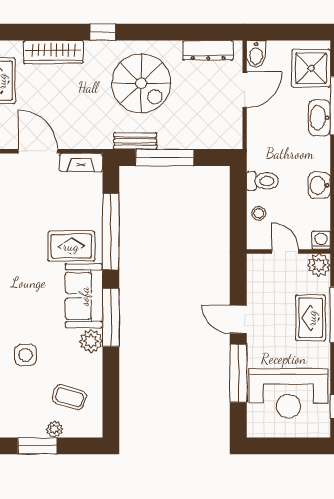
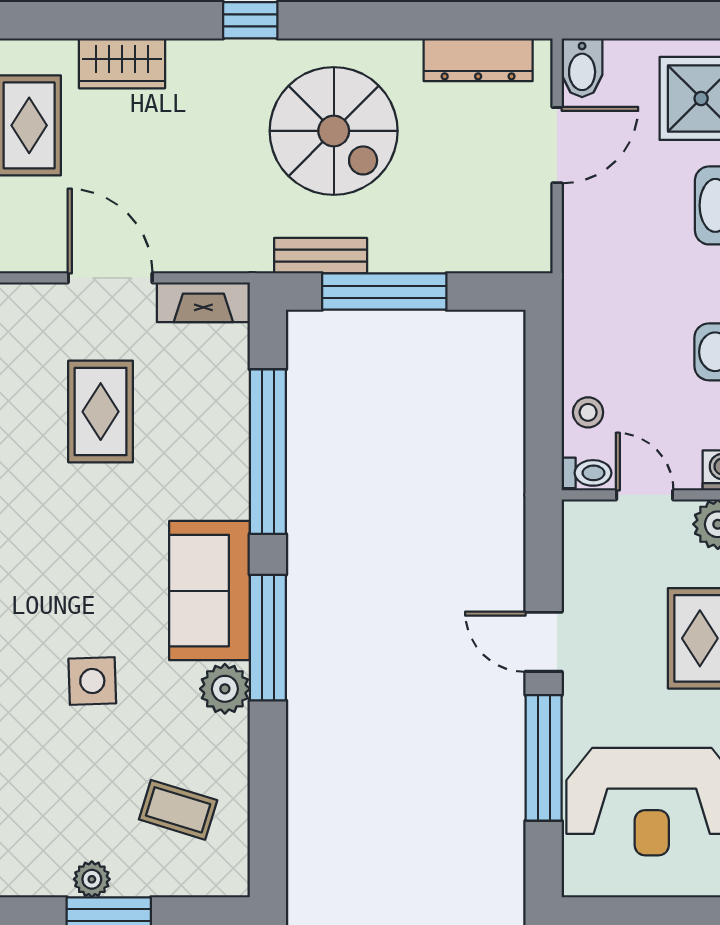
wardrobe: (53, 52) -> (122, 63), width x0.67
toilet: (263, 181) -> (587, 473), moved, width x0.73, depth x0.72
rug: (71, 246) -> (101, 412), moved, turned 90
side table: (26, 355) -> (92, 681), moved
plant: (54, 429) -> (92, 879), moved

